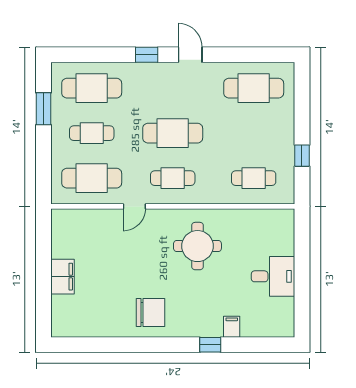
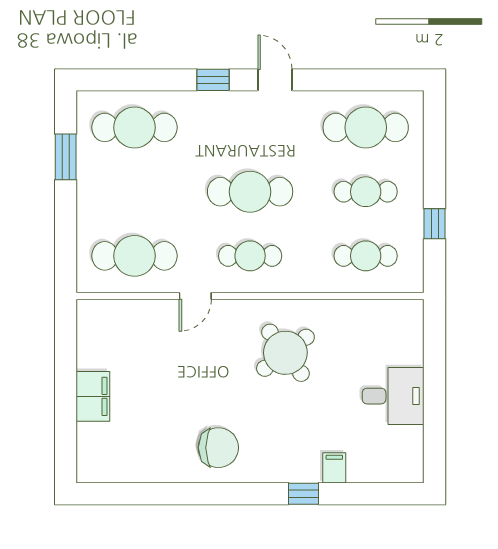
cafe table: (92, 133) -> (366, 192), moved
round table: (197, 246) -> (285, 353), turned -37

